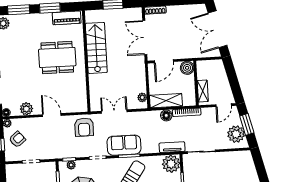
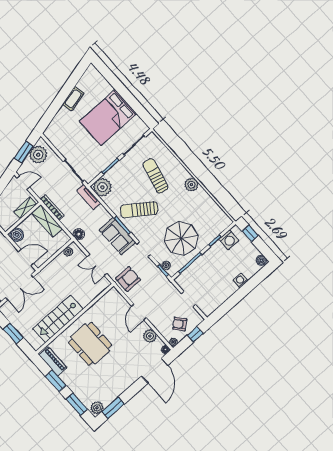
shelving: (166, 101) -> (47, 221), moved
floor lamp: (166, 115) -> (79, 234), moved

